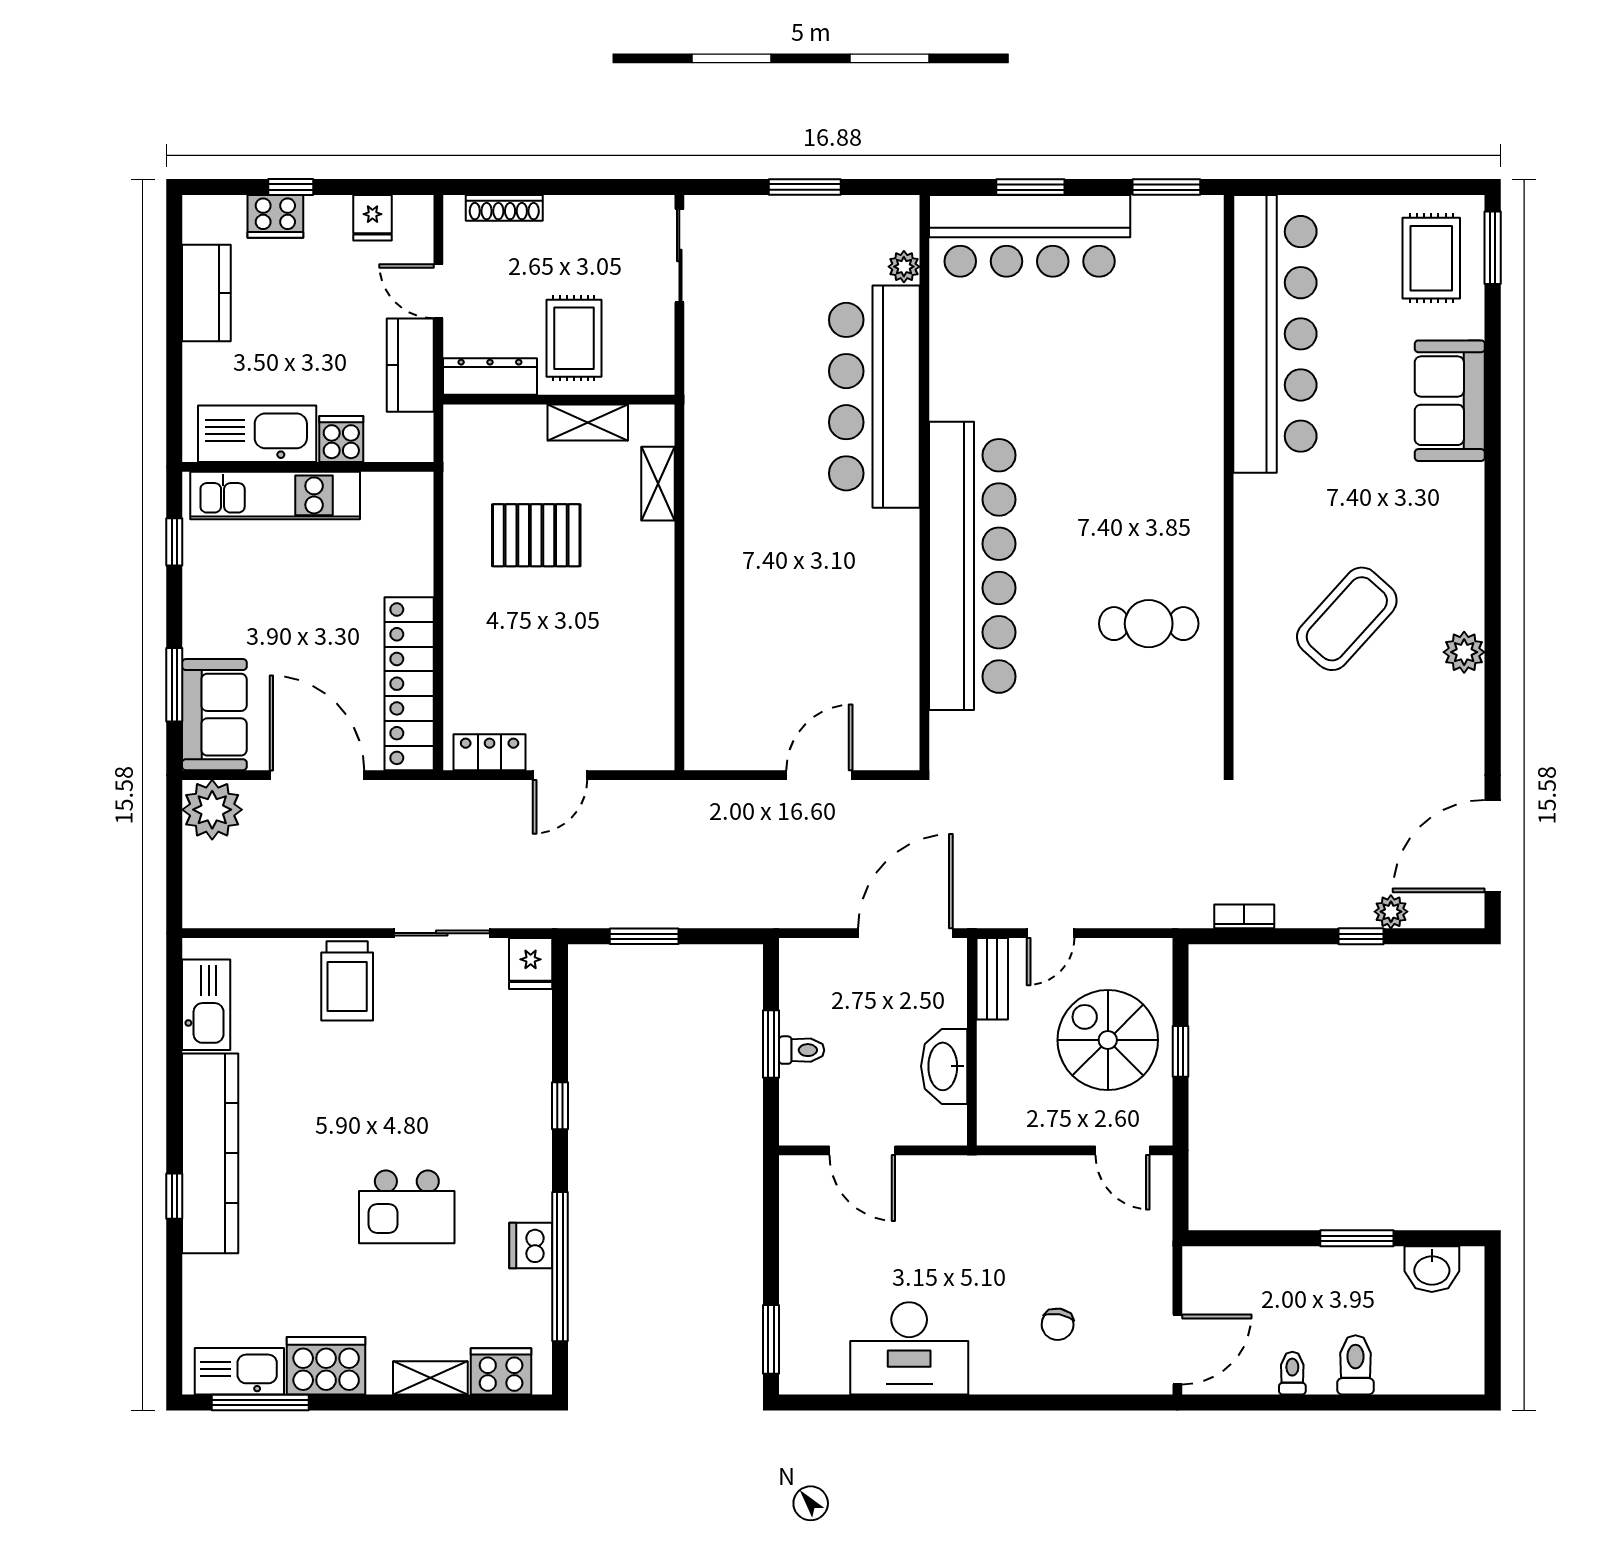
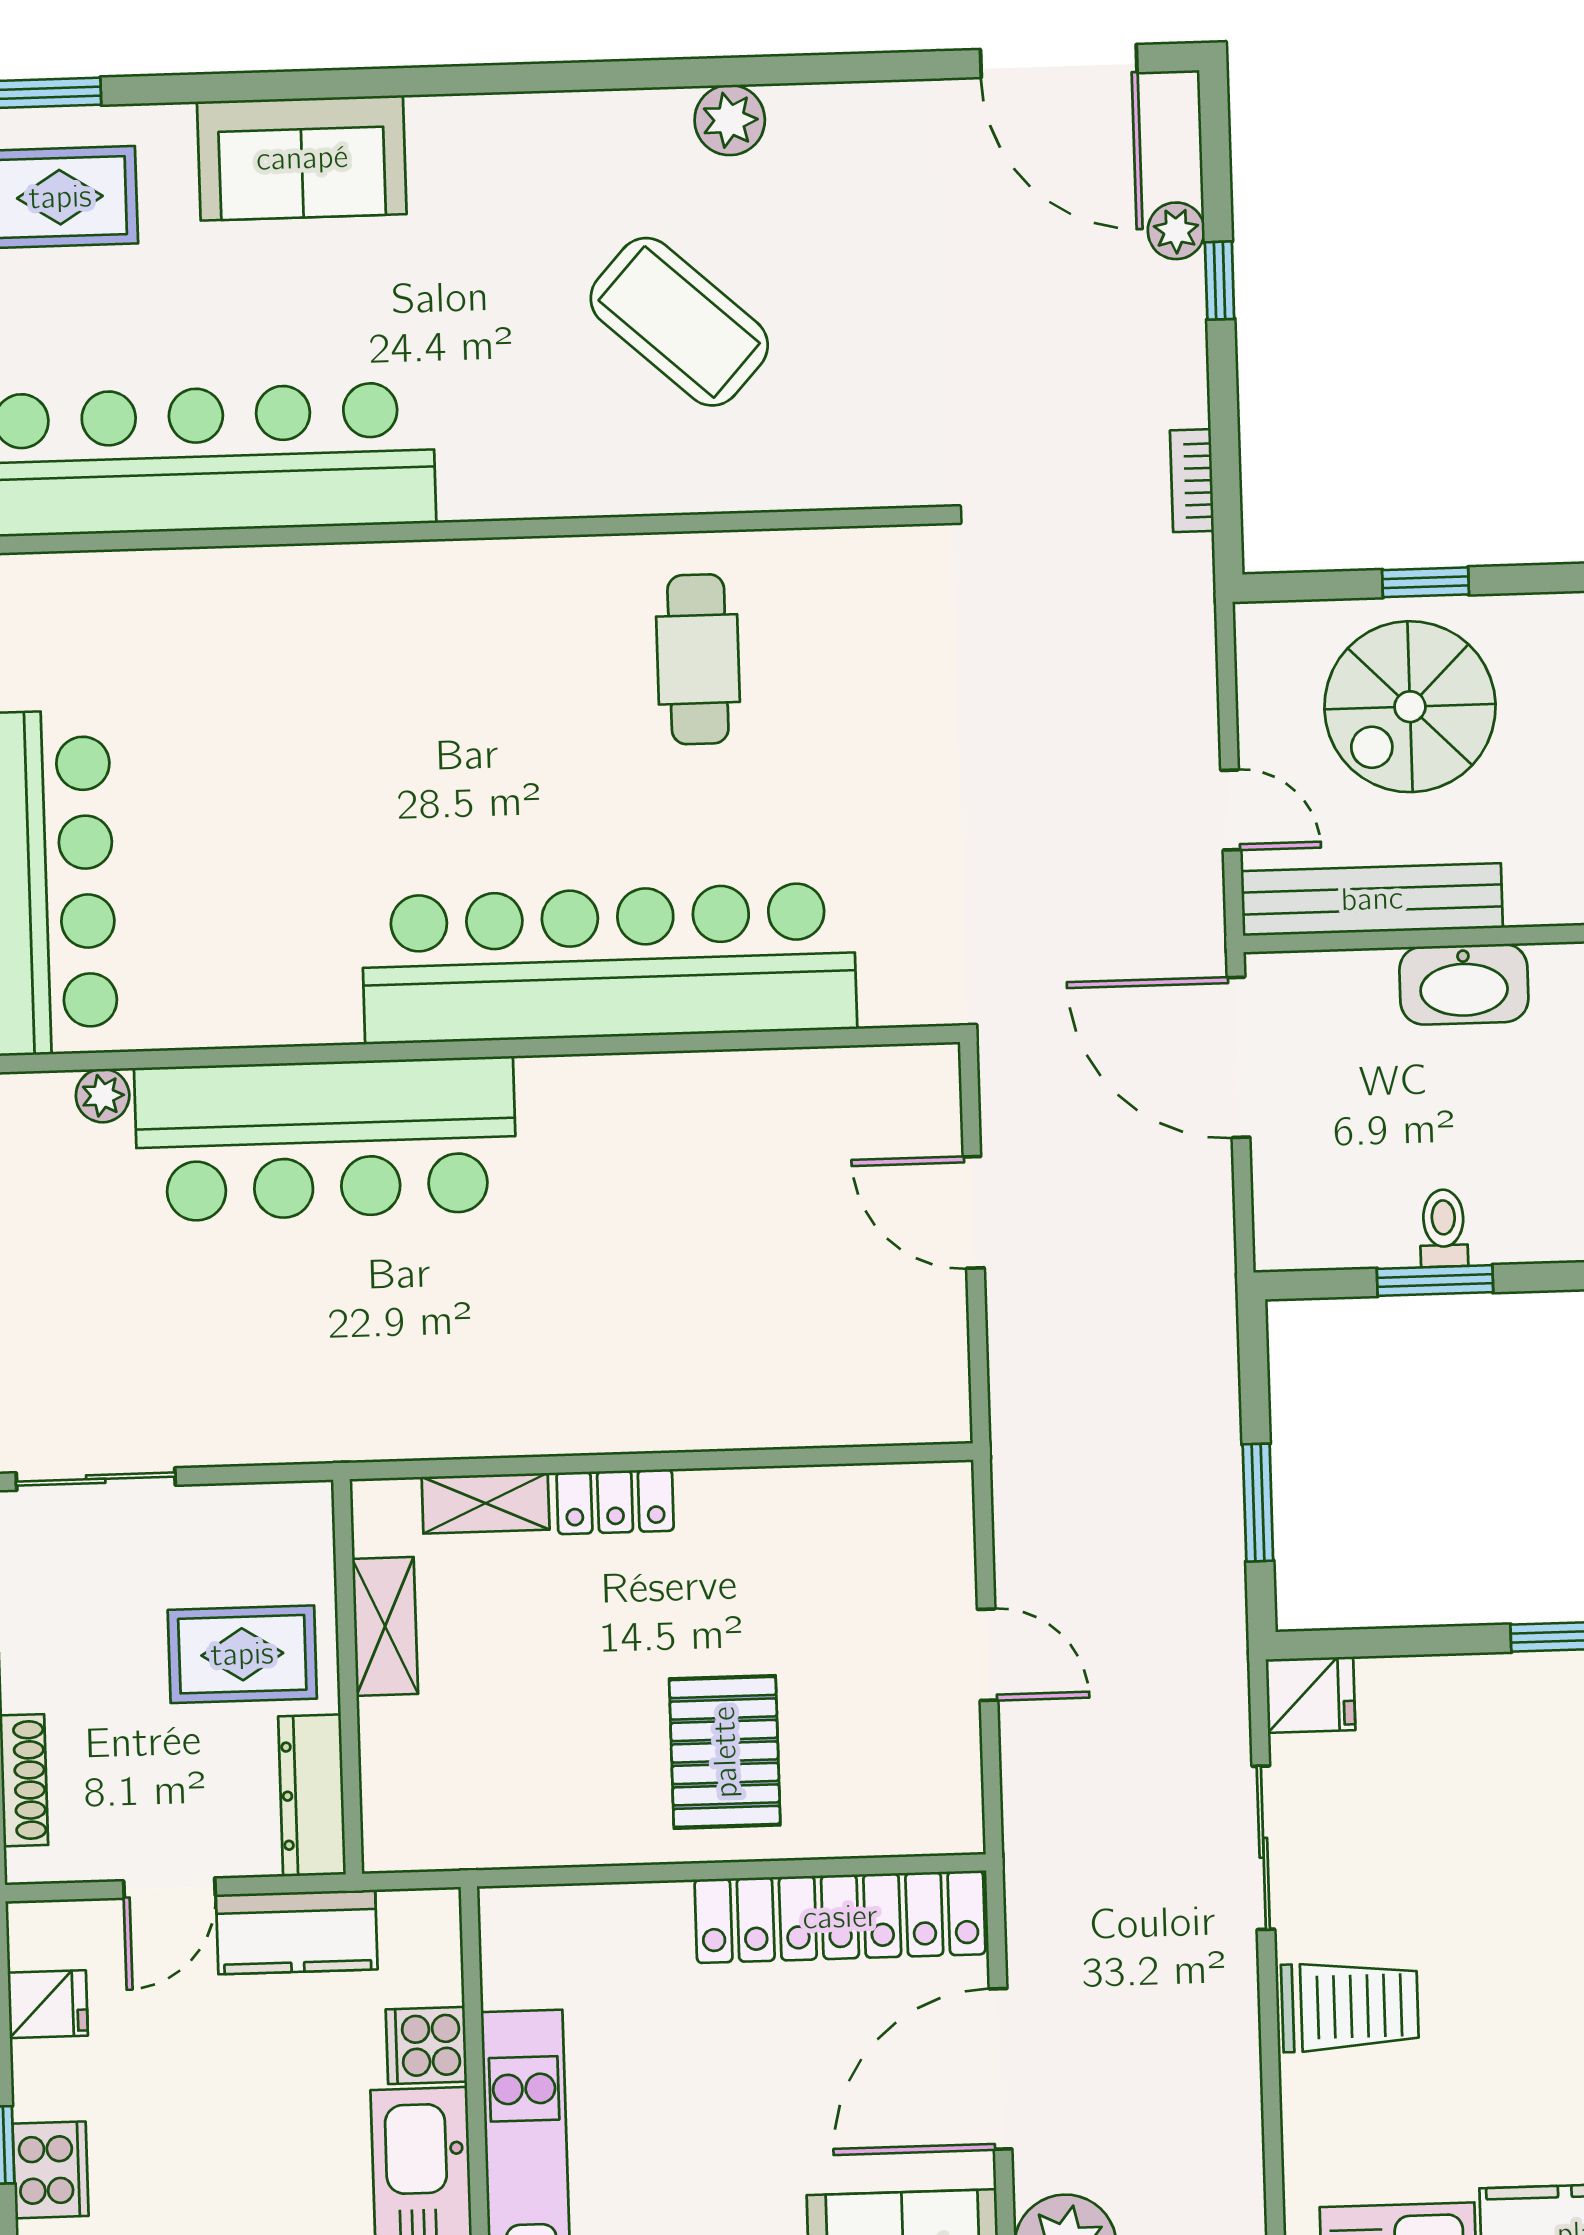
pallet: (536, 535) -> (725, 1752), moved
locker: (490, 752) -> (615, 1502), moved, turned -90
bench: (992, 979) -> (1372, 899), width x1.86, depth x1.21

